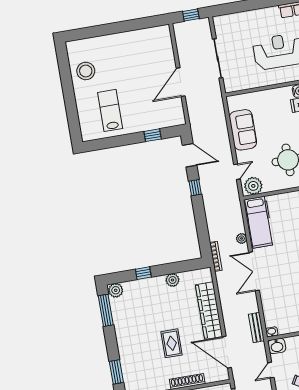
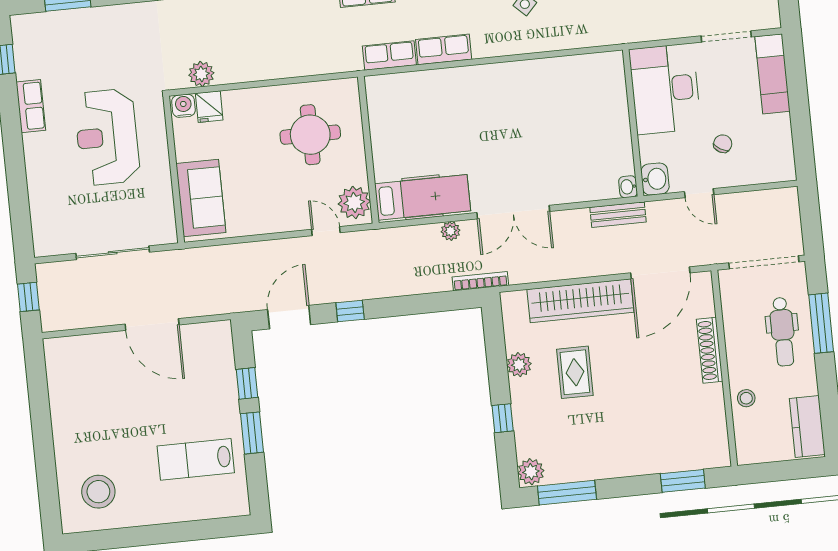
stool: (86, 71) -> (98, 492), moved
sofa: (243, 130) -> (201, 198), moved, turned 90
window: (126, 140) -> (252, 433), added
rug: (172, 343) -> (575, 372), moved, turned 90

